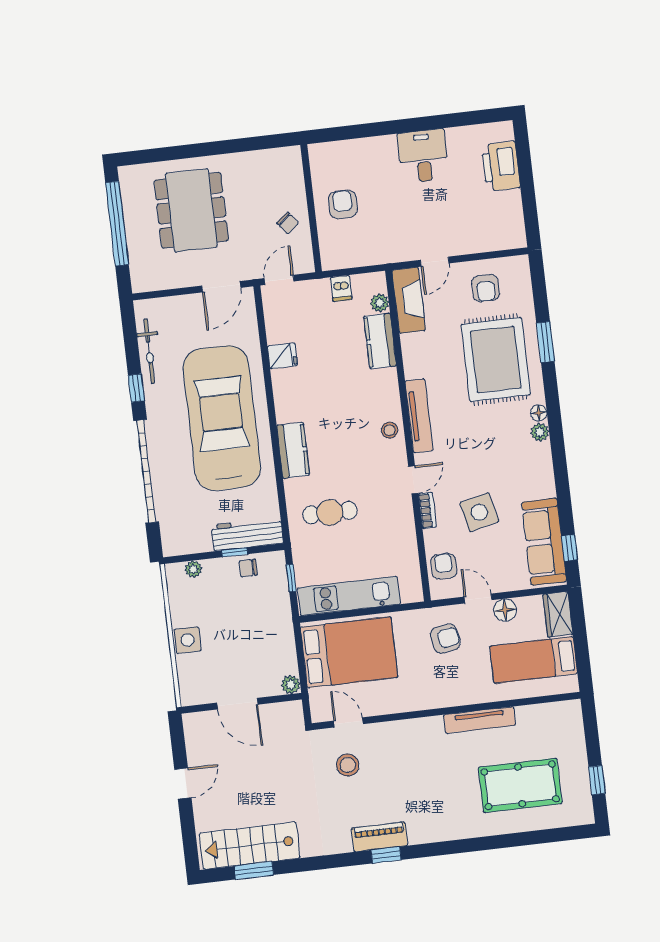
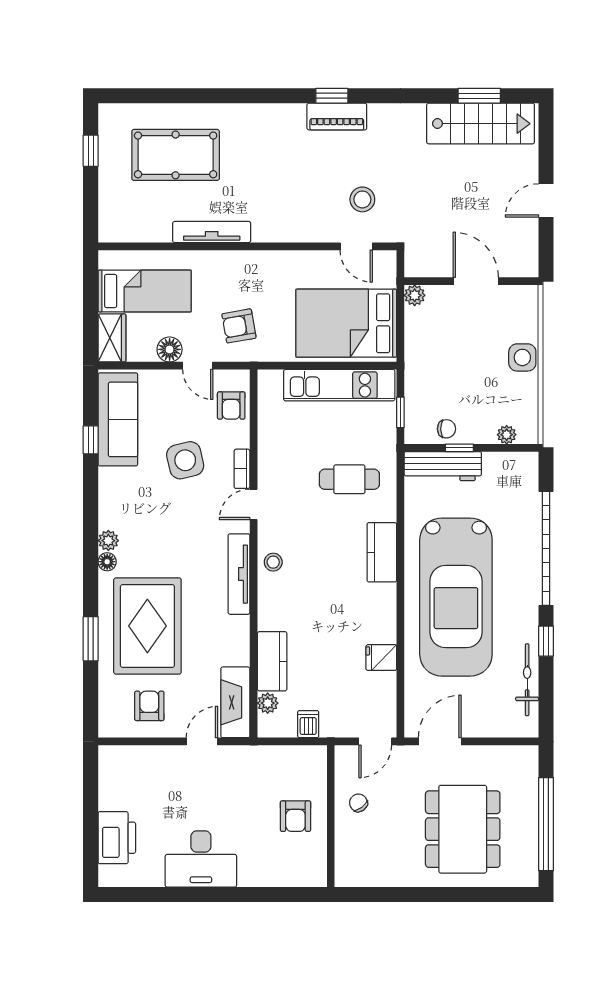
desk: (423, 156) -> (201, 859), width x1.37
window: (570, 548) -> (91, 440), moved

